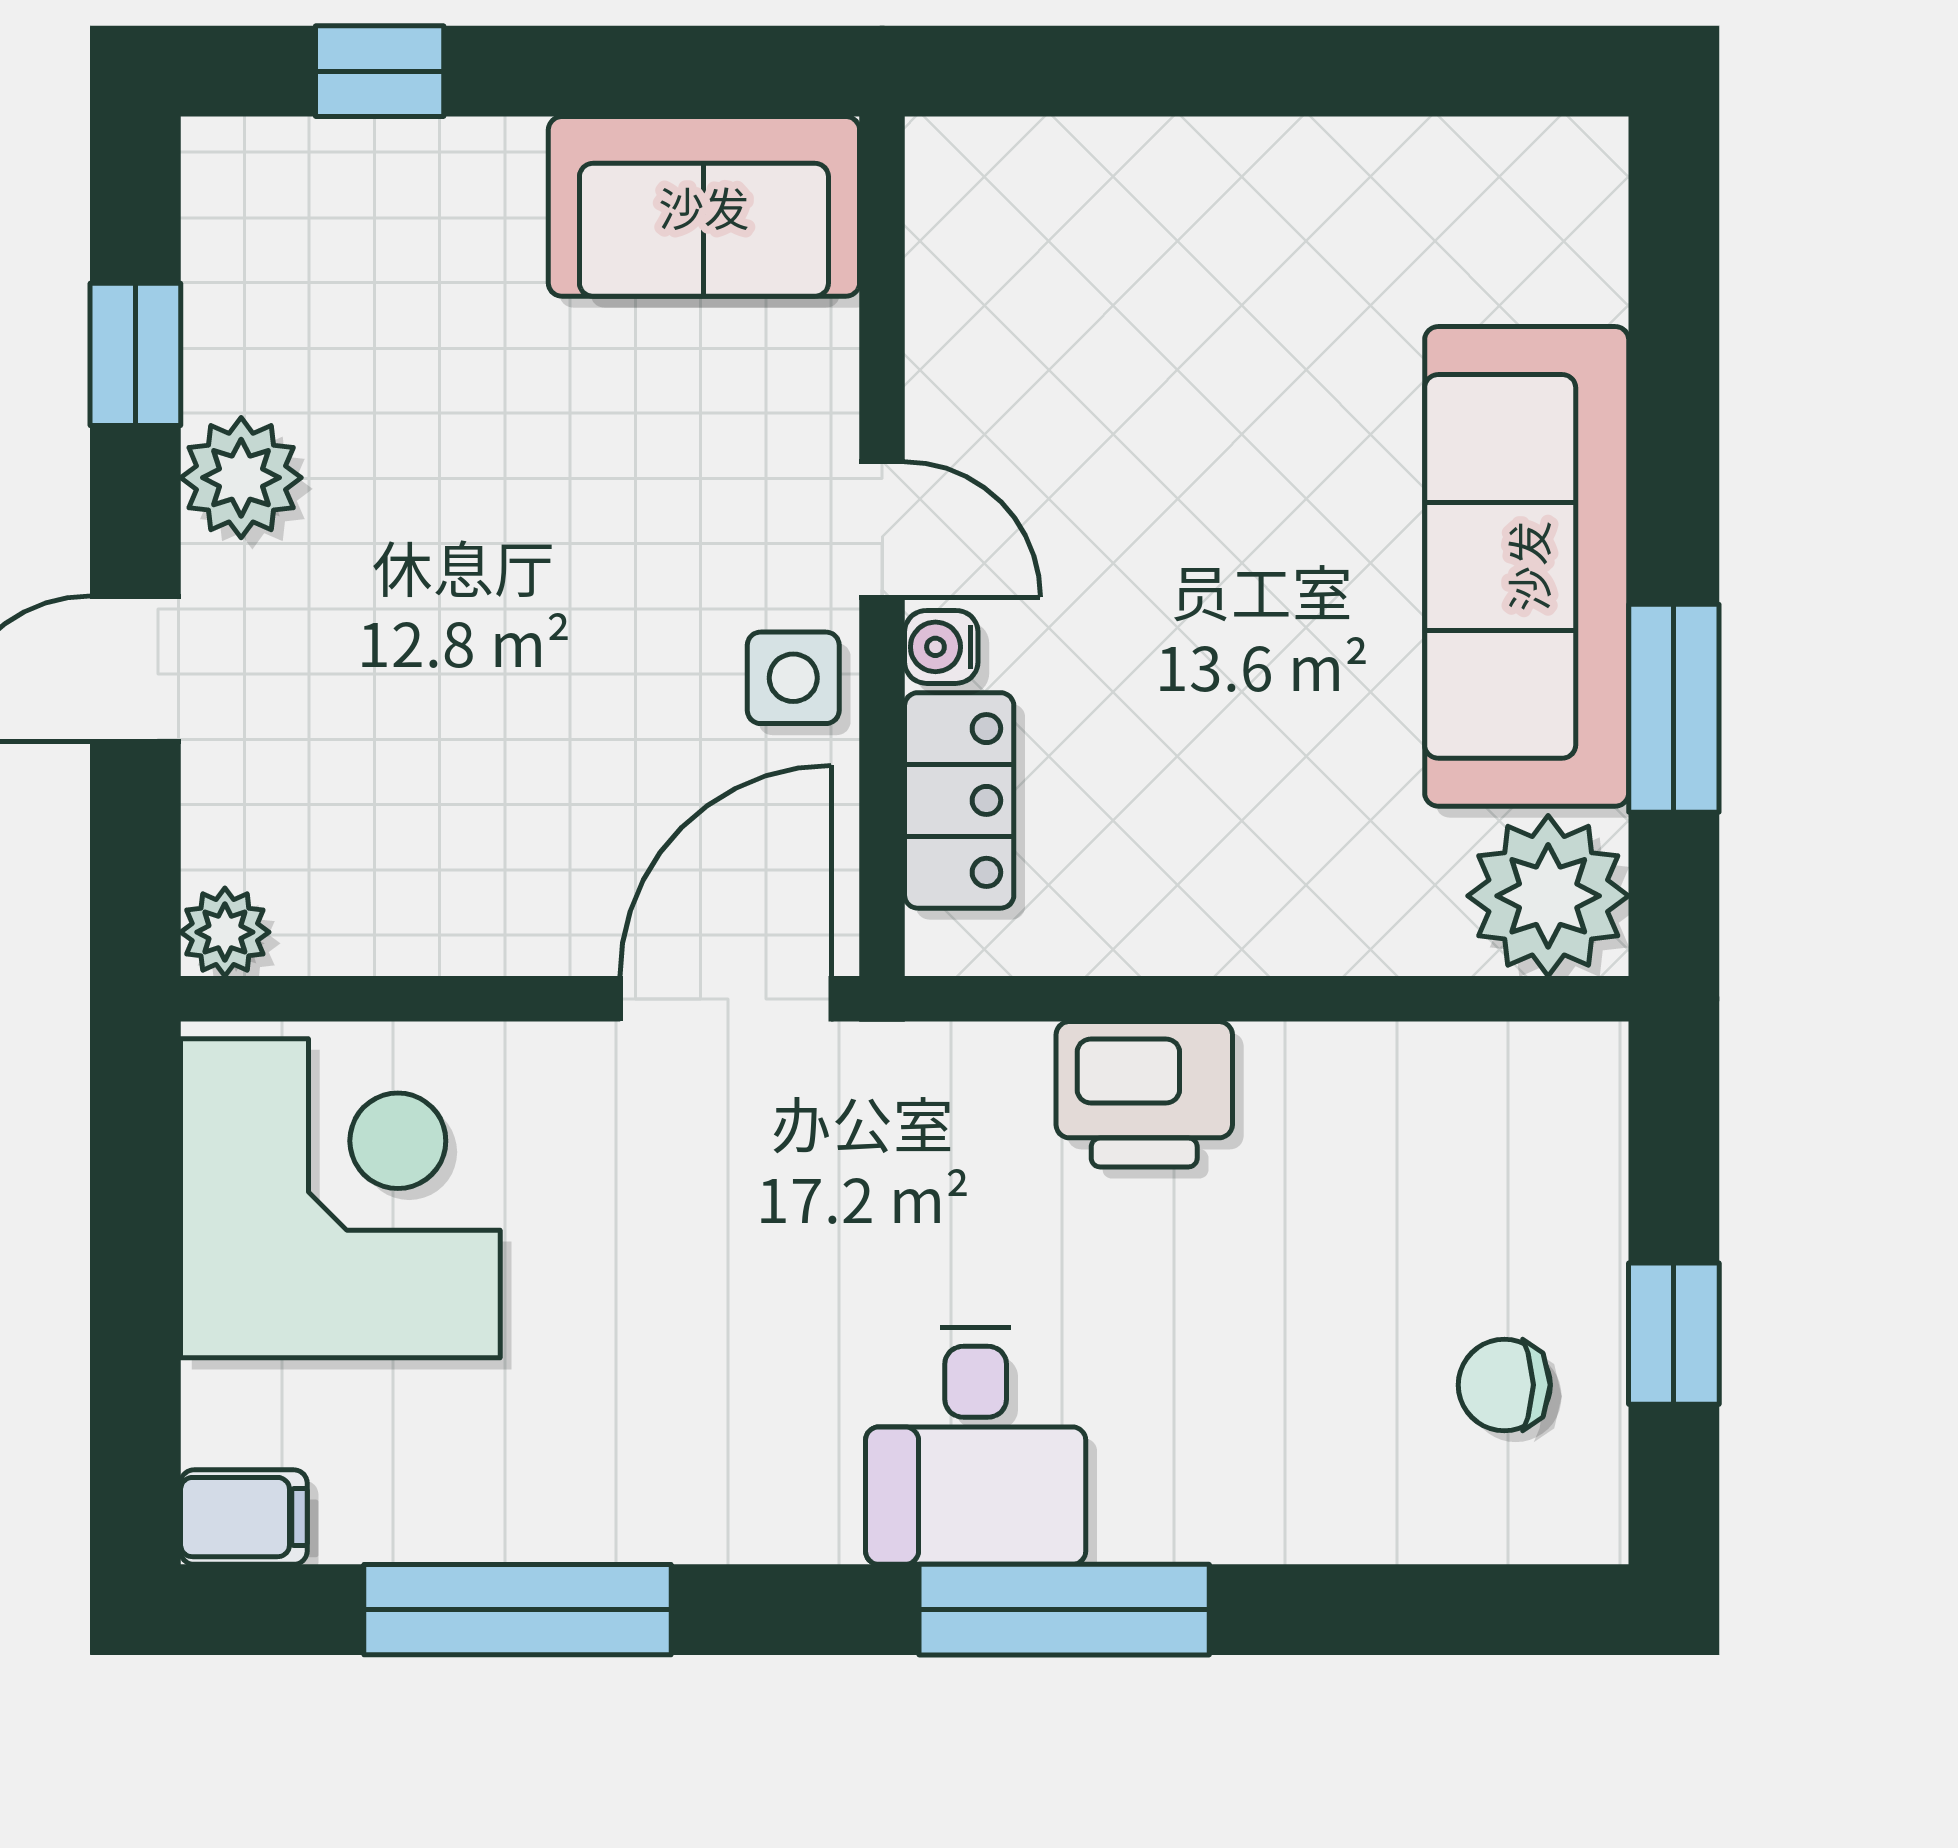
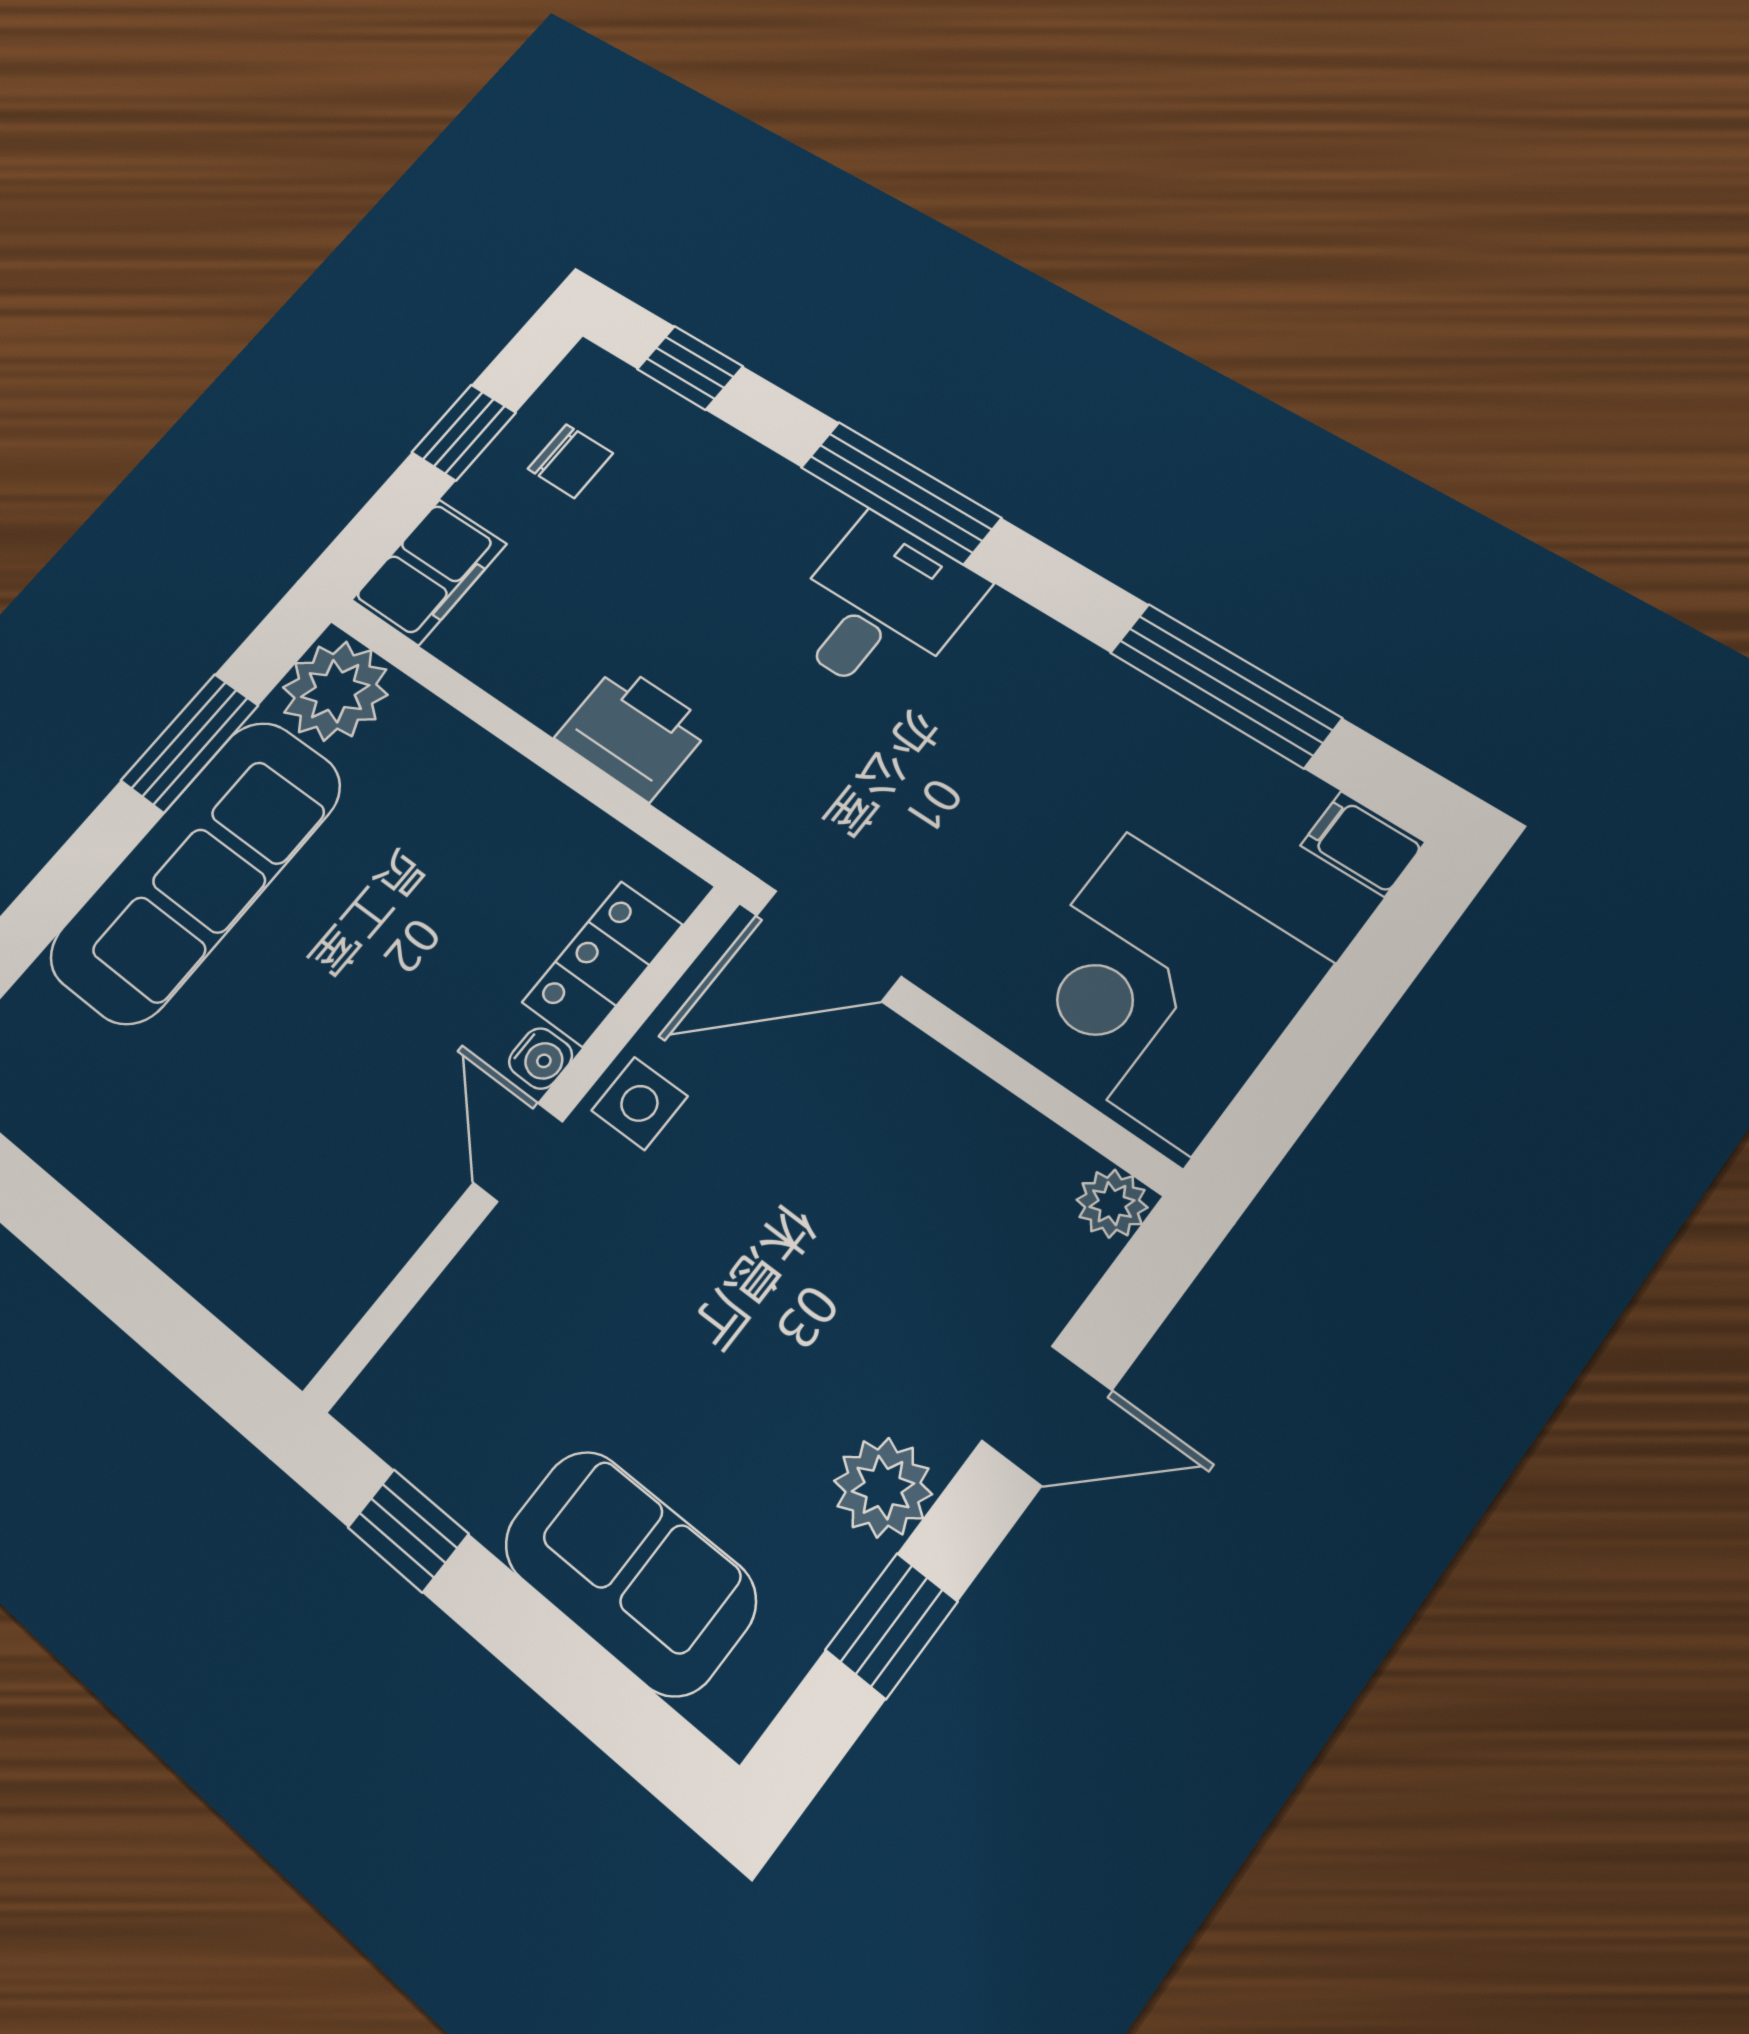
window: (380, 71) -> (408, 1531), moved
sofa: (704, 206) -> (630, 1572), moved
filing cabinet: (1561, 1123) -> (429, 572), added
window: (1455, 1610) -> (690, 368), added

